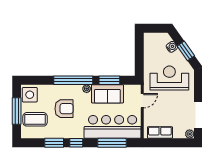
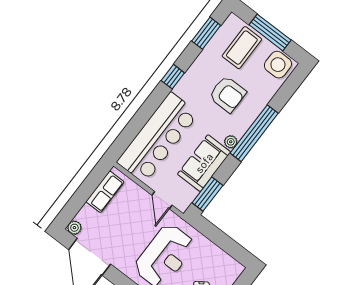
window: (109, 80) -> (207, 194), moved
armchair: (64, 109) -> (227, 94), turned -90
window: (54, 143) -> (206, 33), moved
window: (112, 143) -> (138, 122), removed

